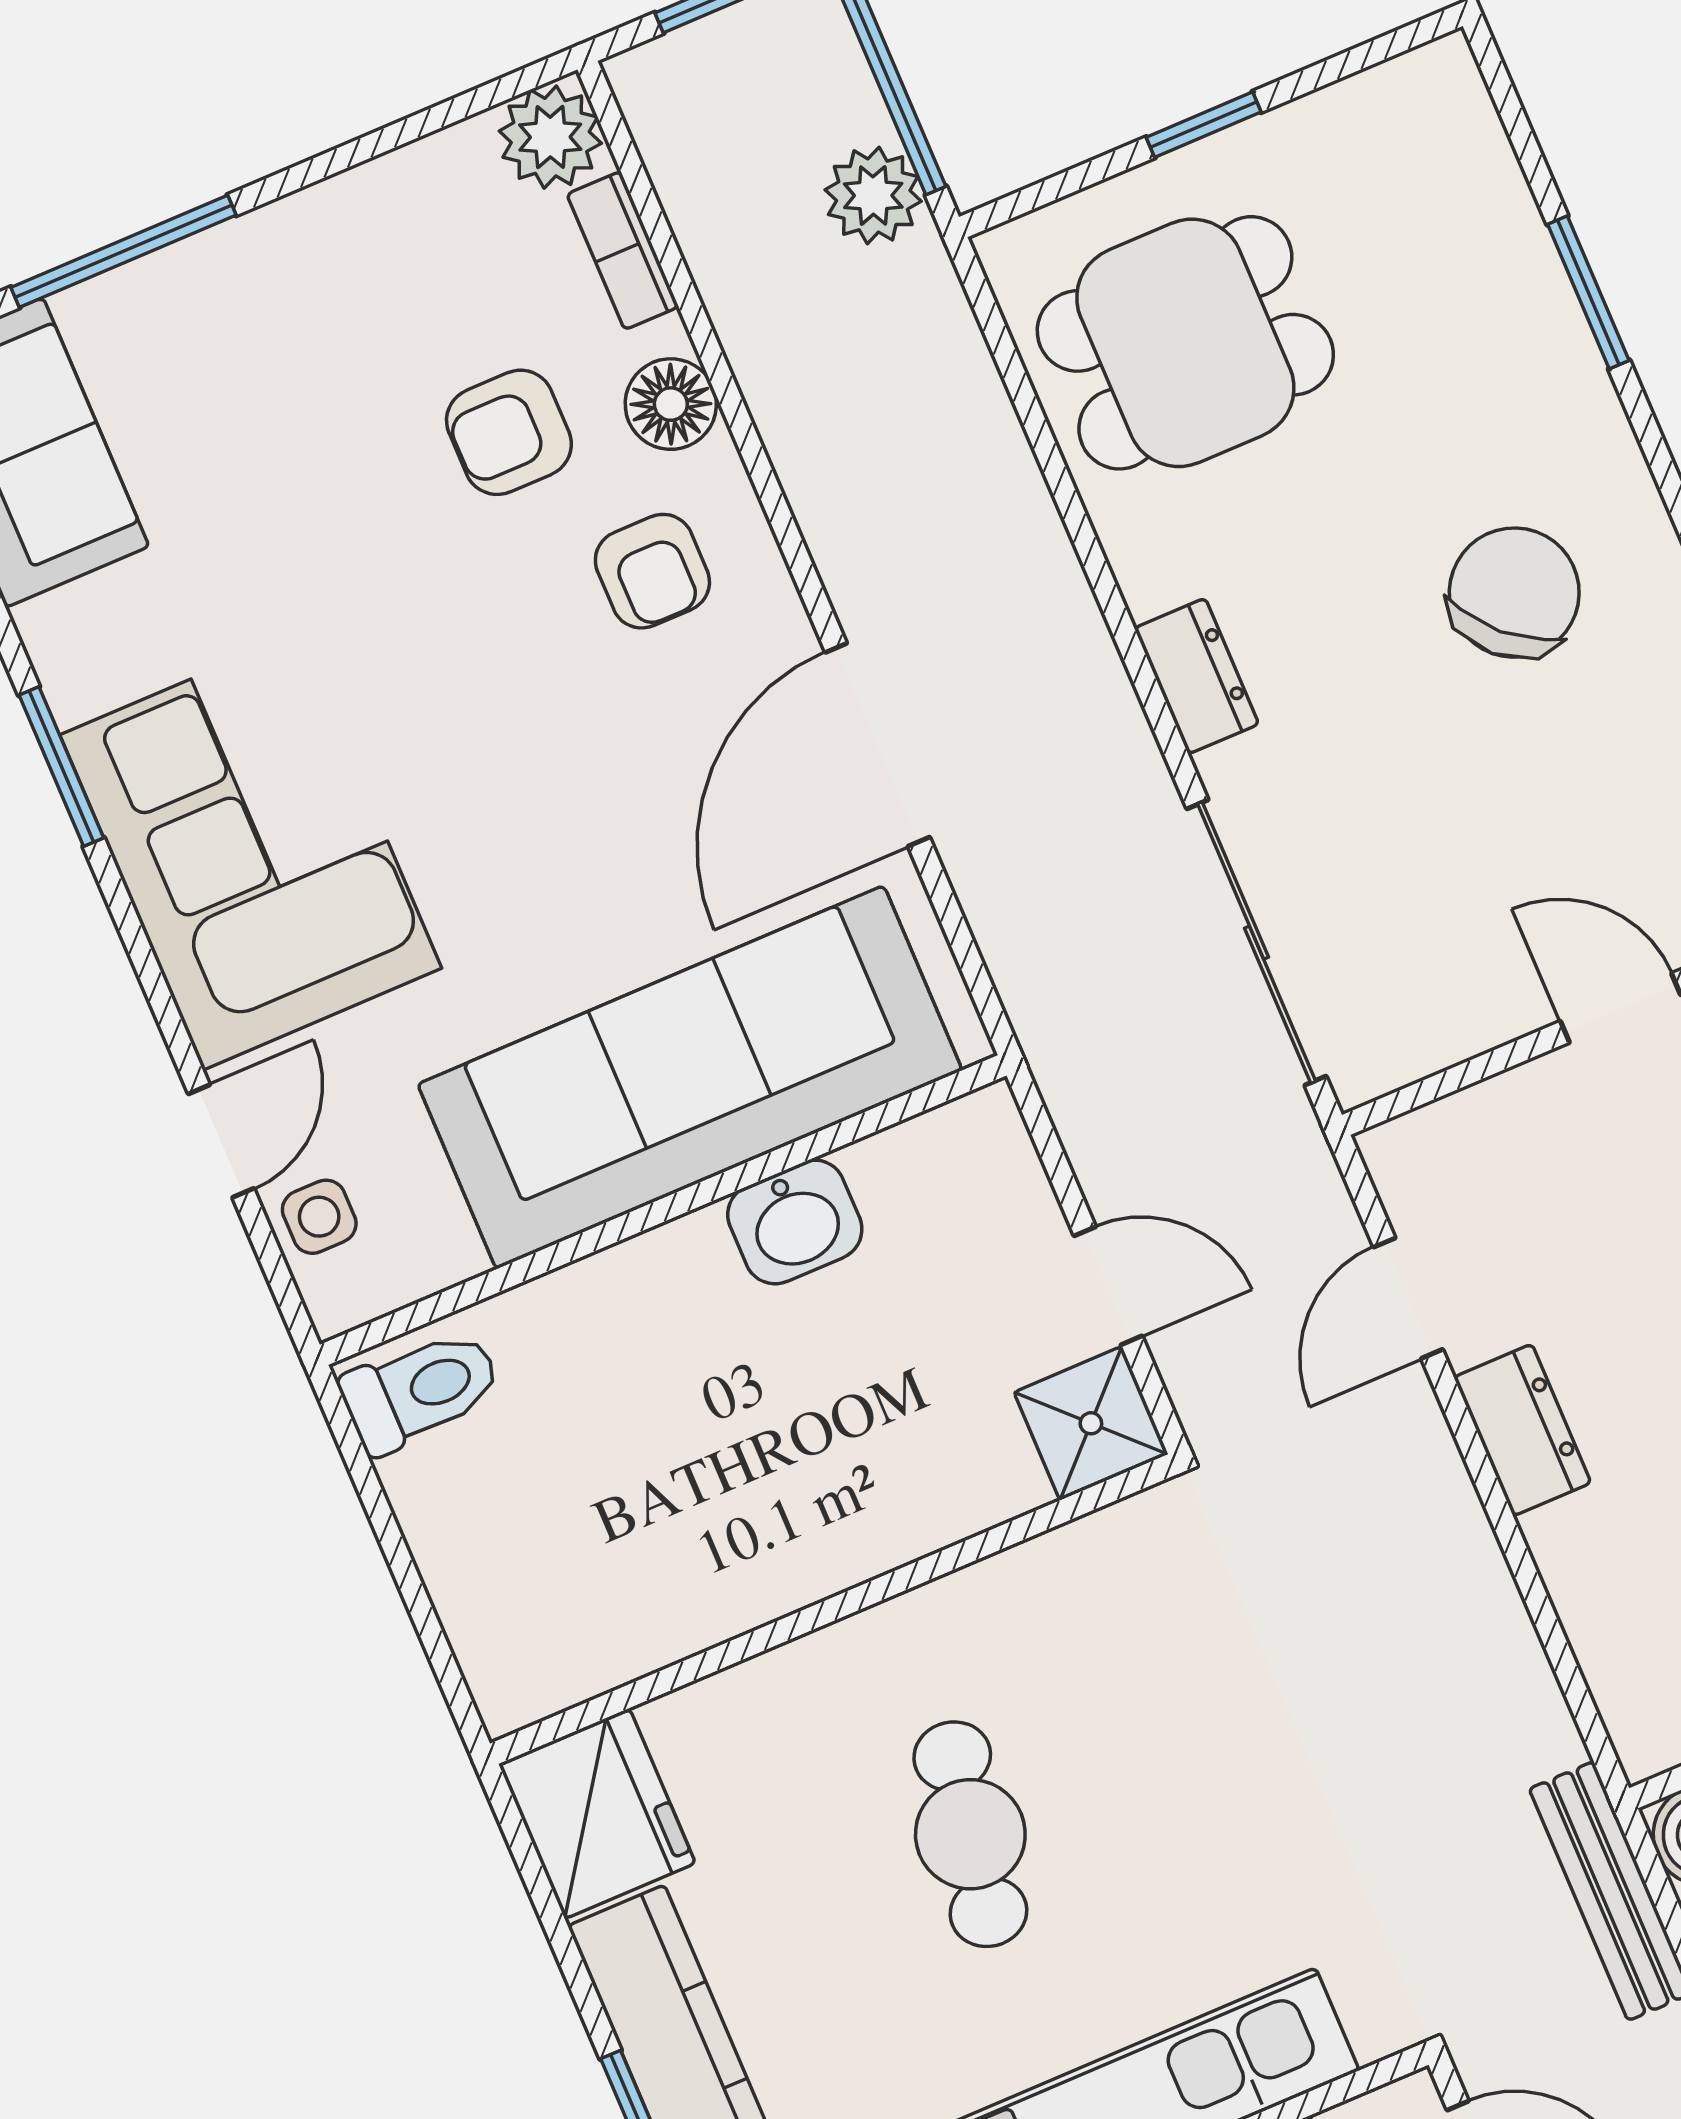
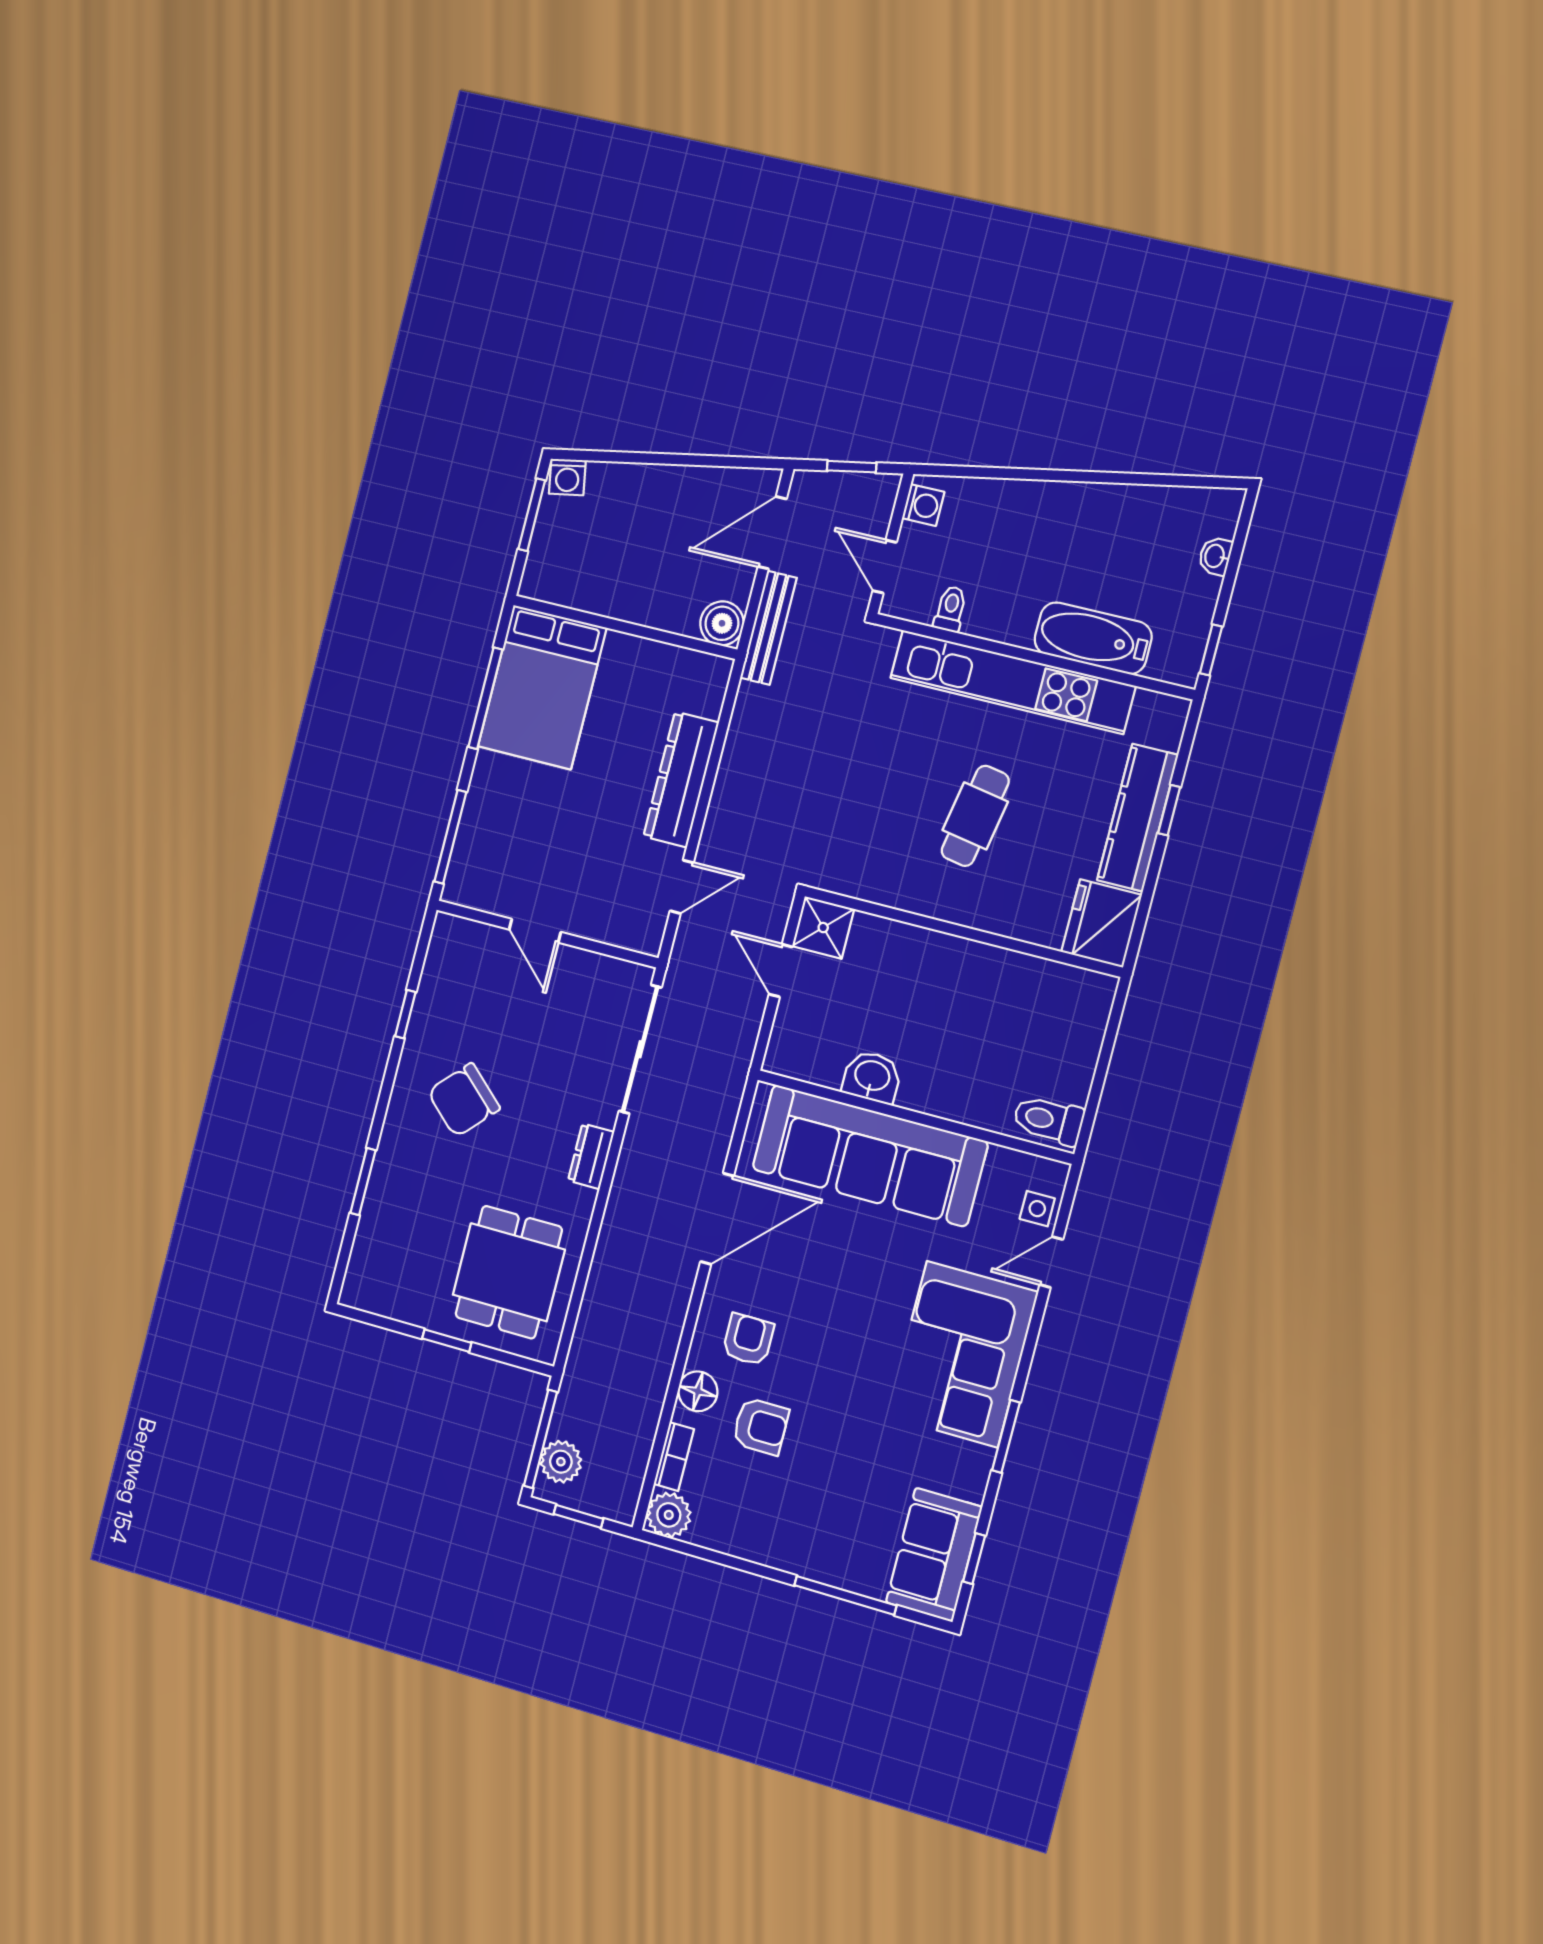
plant: (873, 195) -> (561, 1462), moved
dining table: (1185, 343) -> (509, 1272), turned 90
dresser: (1522, 1430) -> (681, 780), width x1.96, depth x1.24

